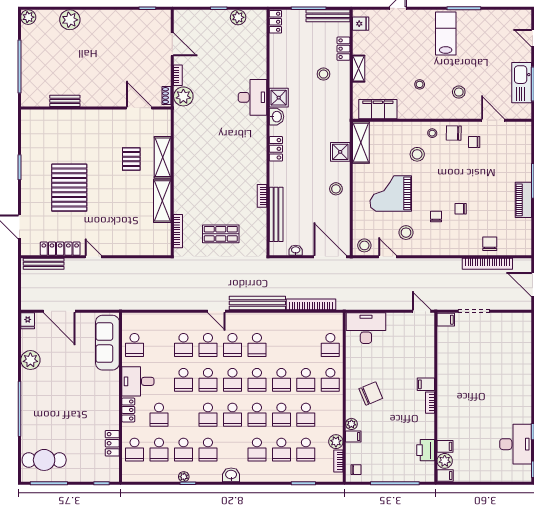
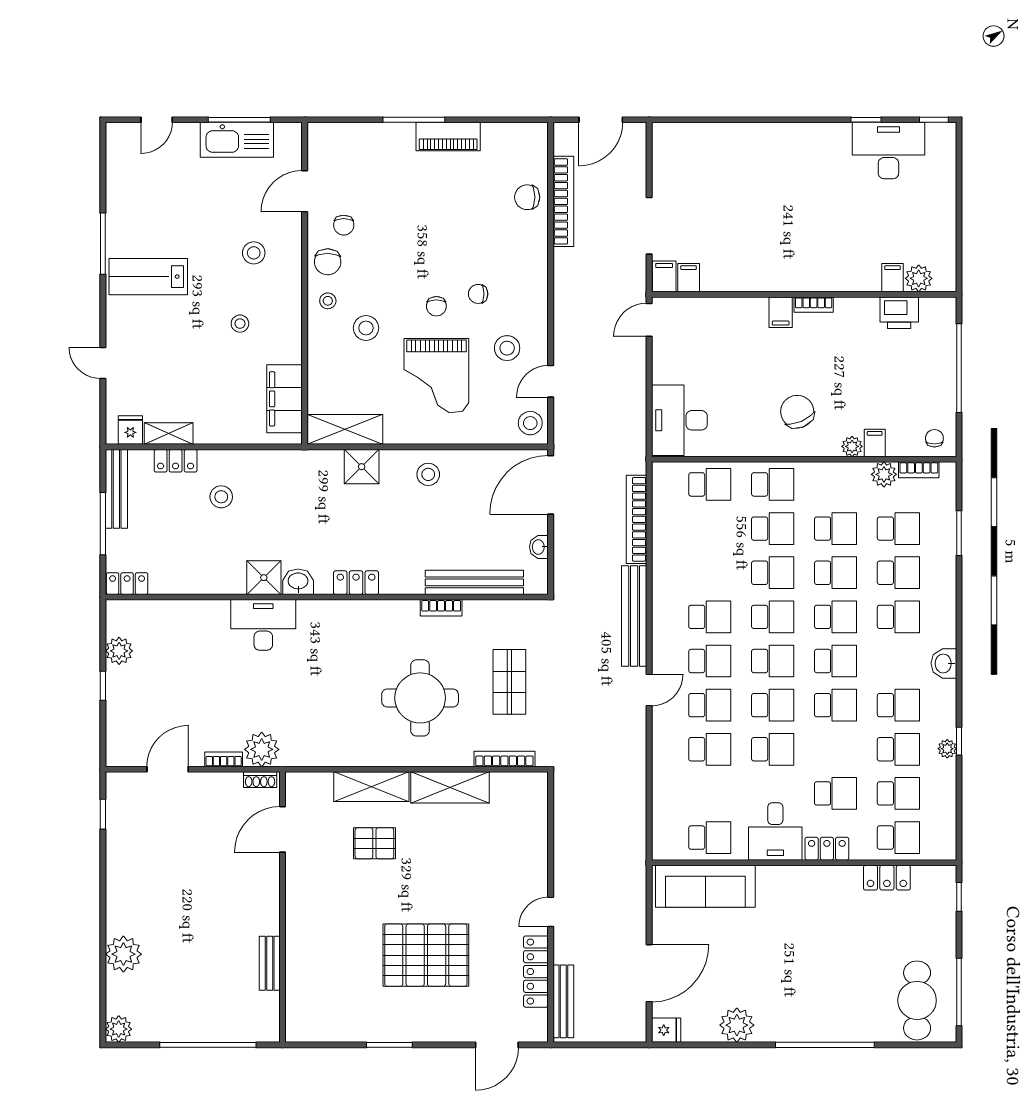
shelving: (359, 69) -> (169, 434), moved
round table: (212, 184) -> (420, 698), added
chair: (461, 209) -> (436, 306), moved
filing cabinet: (445, 475) -> (689, 278), moved

